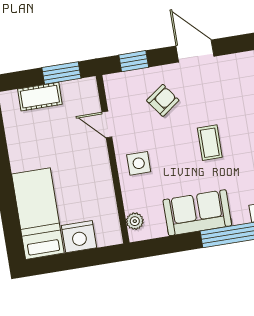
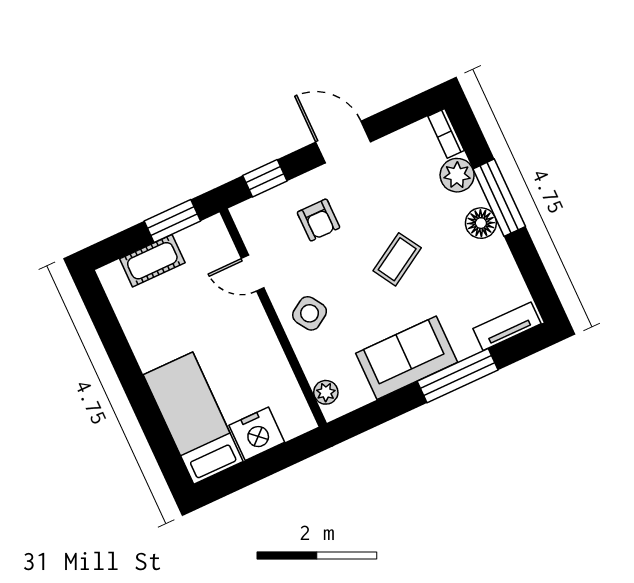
armchair: (163, 100) -> (318, 220), turned 126
coffee table: (210, 143) -> (397, 259), turned 59
side table: (139, 163) -> (310, 313), turned -33

